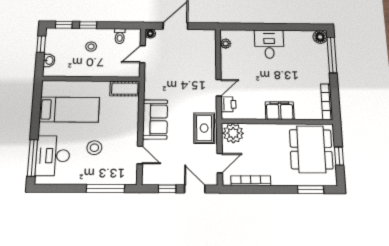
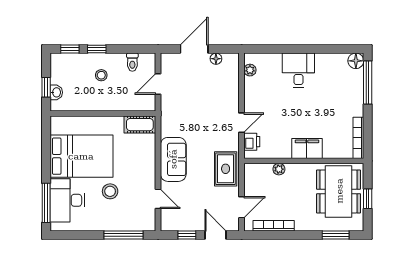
floor lamp: (150, 34) -> (216, 59), moved
window: (41, 44) -> (46, 87), moved
bed: (69, 110) -> (81, 156), width x1.50
plant: (233, 133) -> (279, 169), moved, width x0.53, depth x0.53

